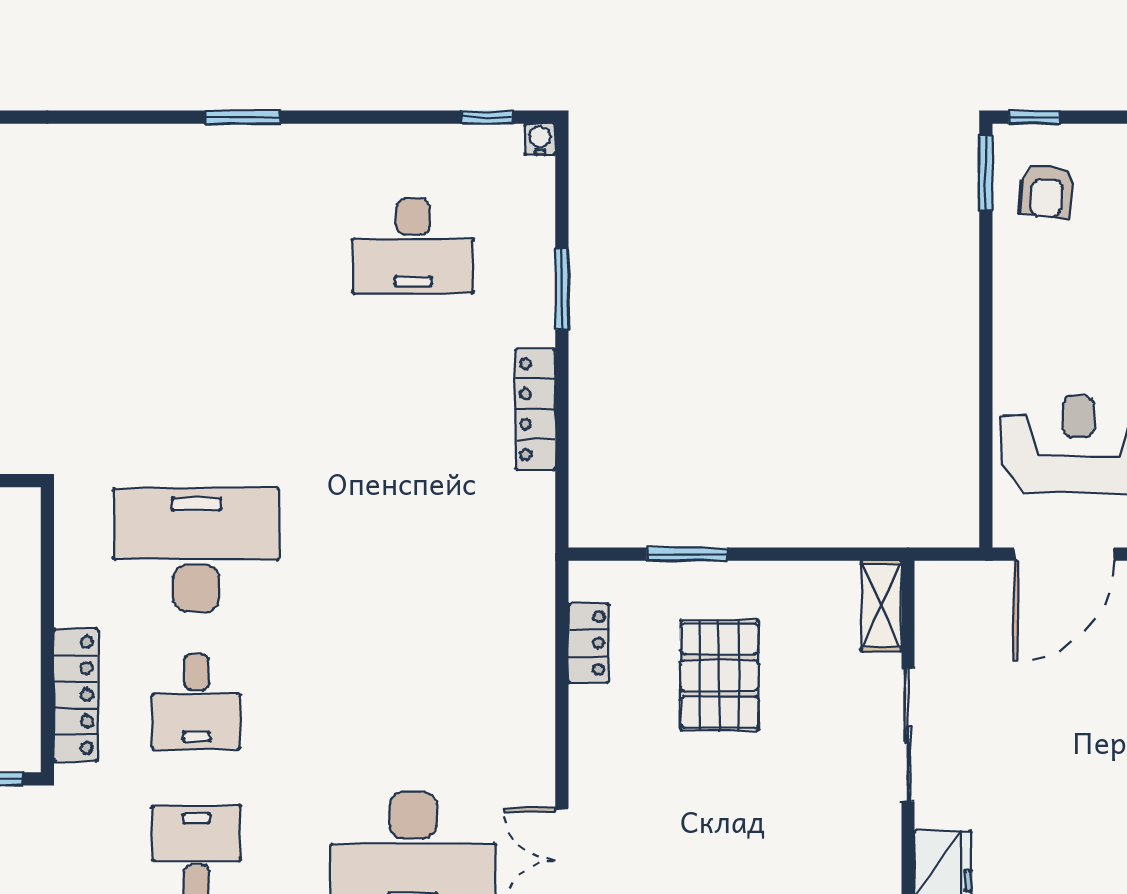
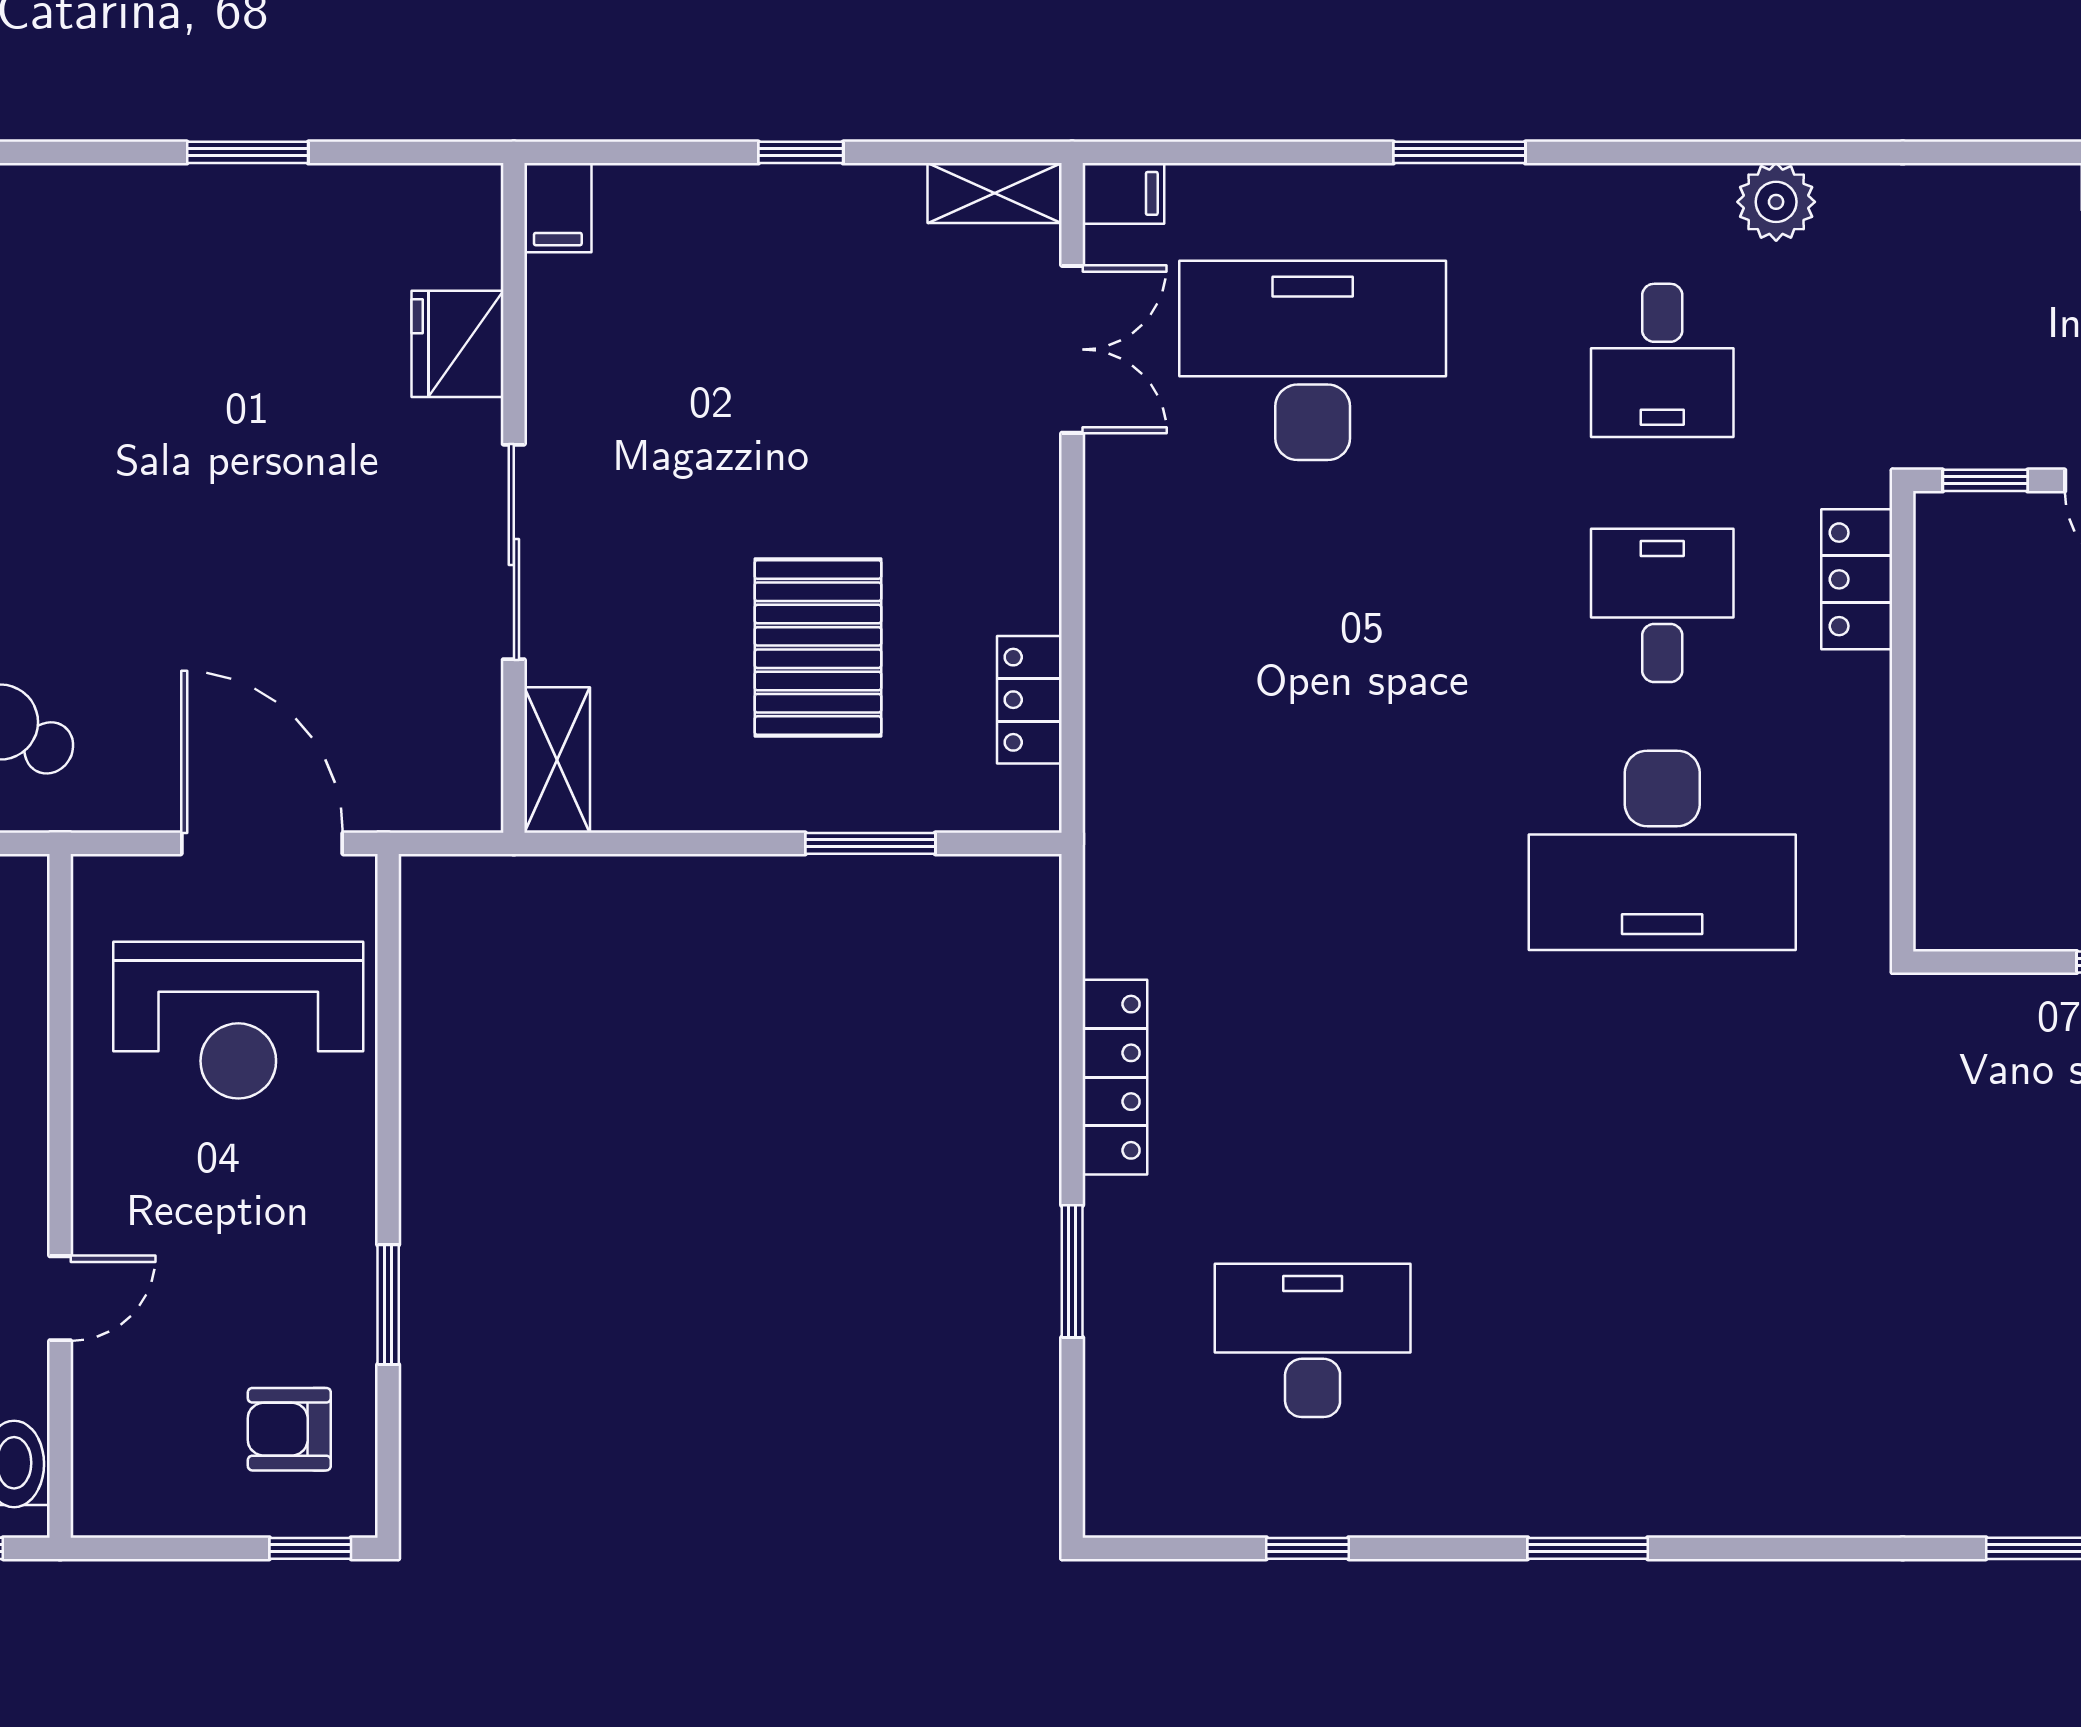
window: (487, 117) -> (1308, 1548), moved
water cooler: (540, 139) -> (1107, 1513), removed
window: (986, 173) -> (388, 1305), moved
armchair: (1047, 191) -> (289, 1429), turned -96
door: (1064, 554) -> (262, 843), hinge flipped
locker: (76, 695) -> (1857, 579), width x0.66

